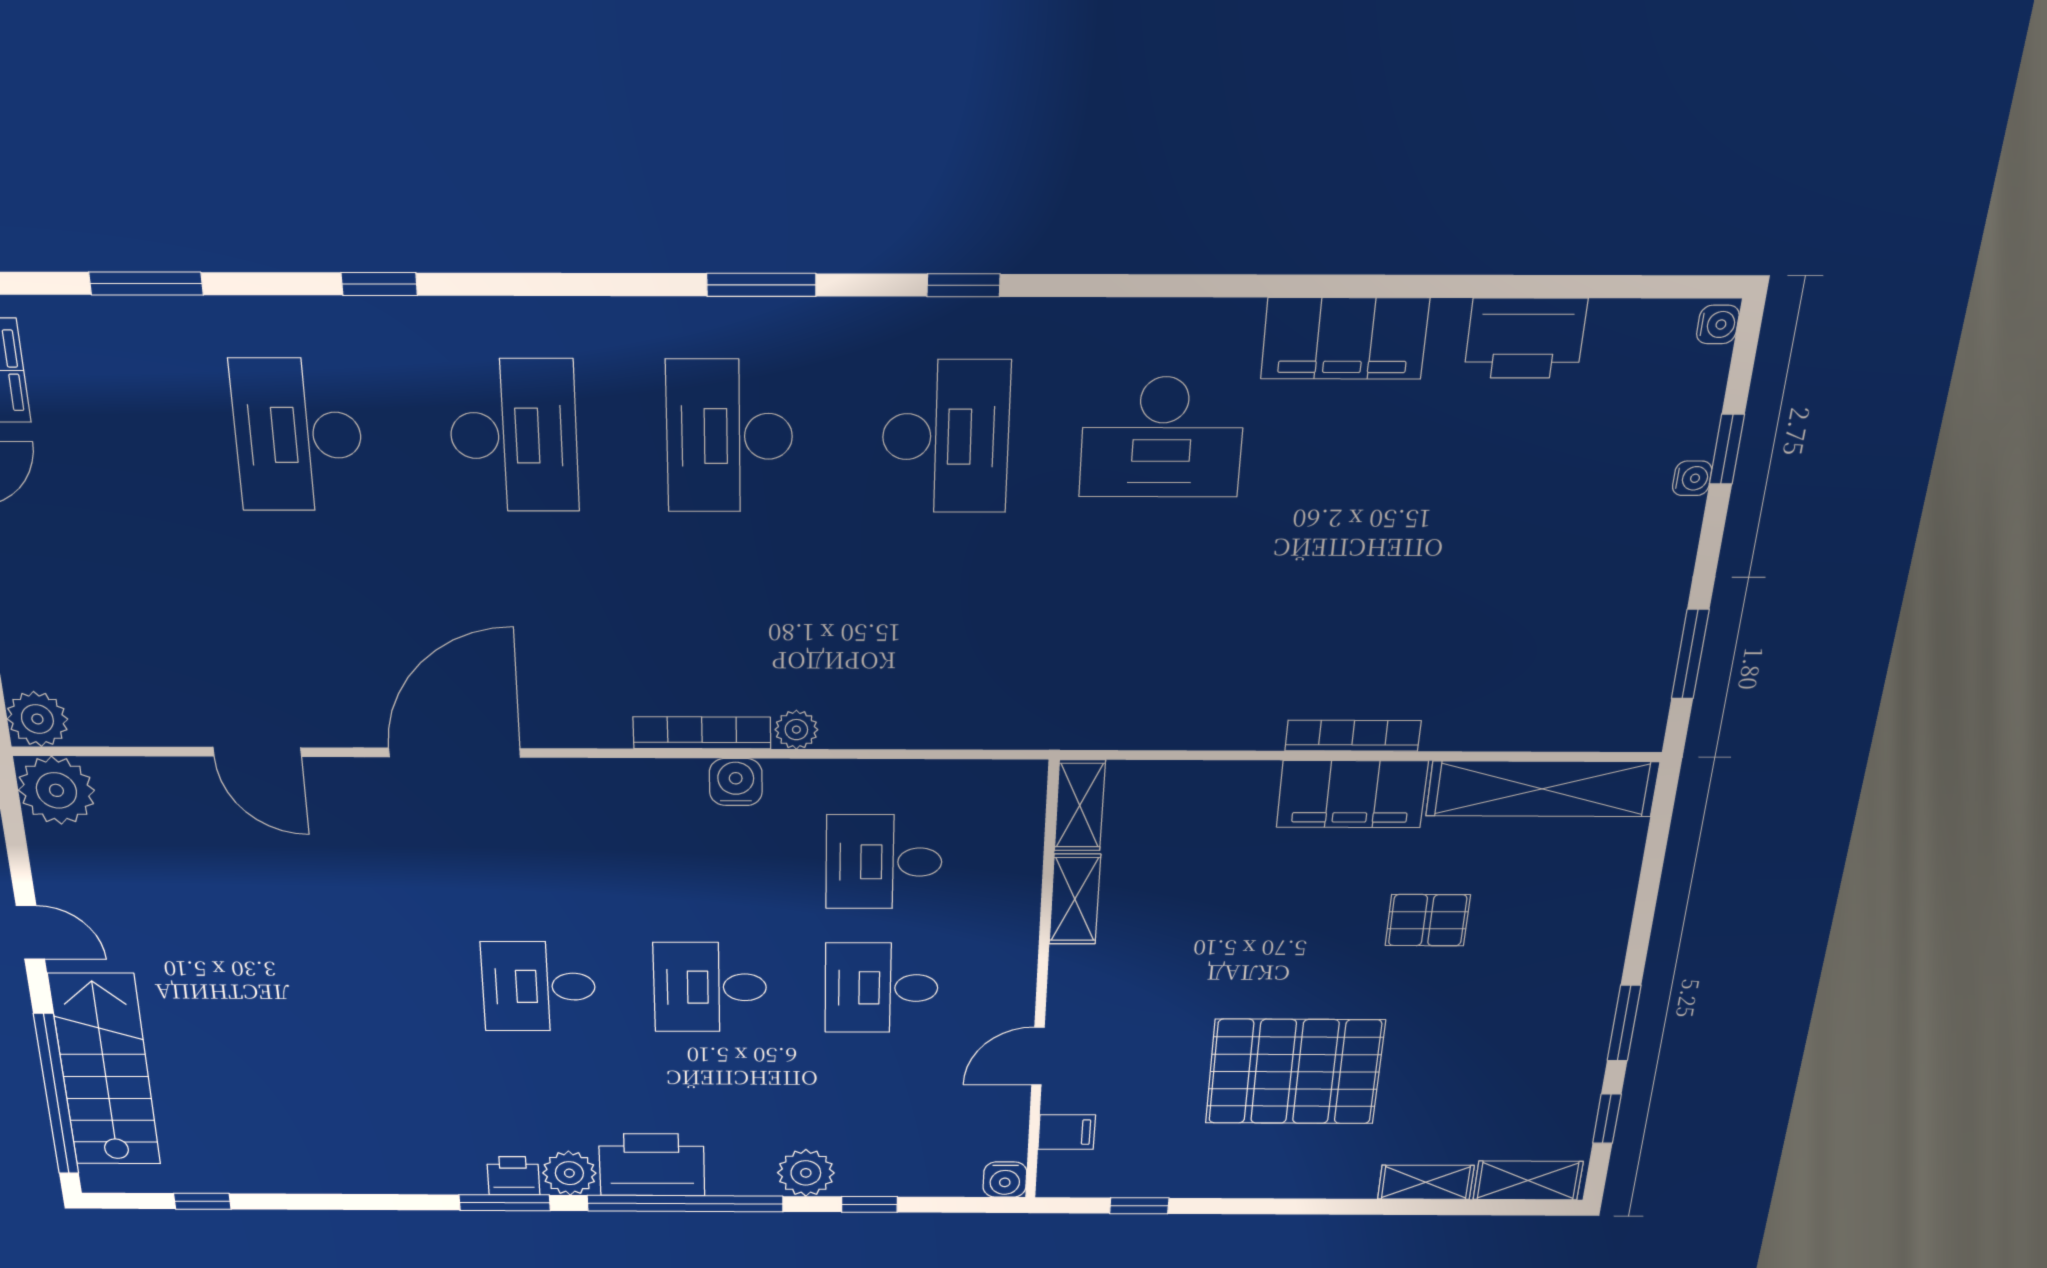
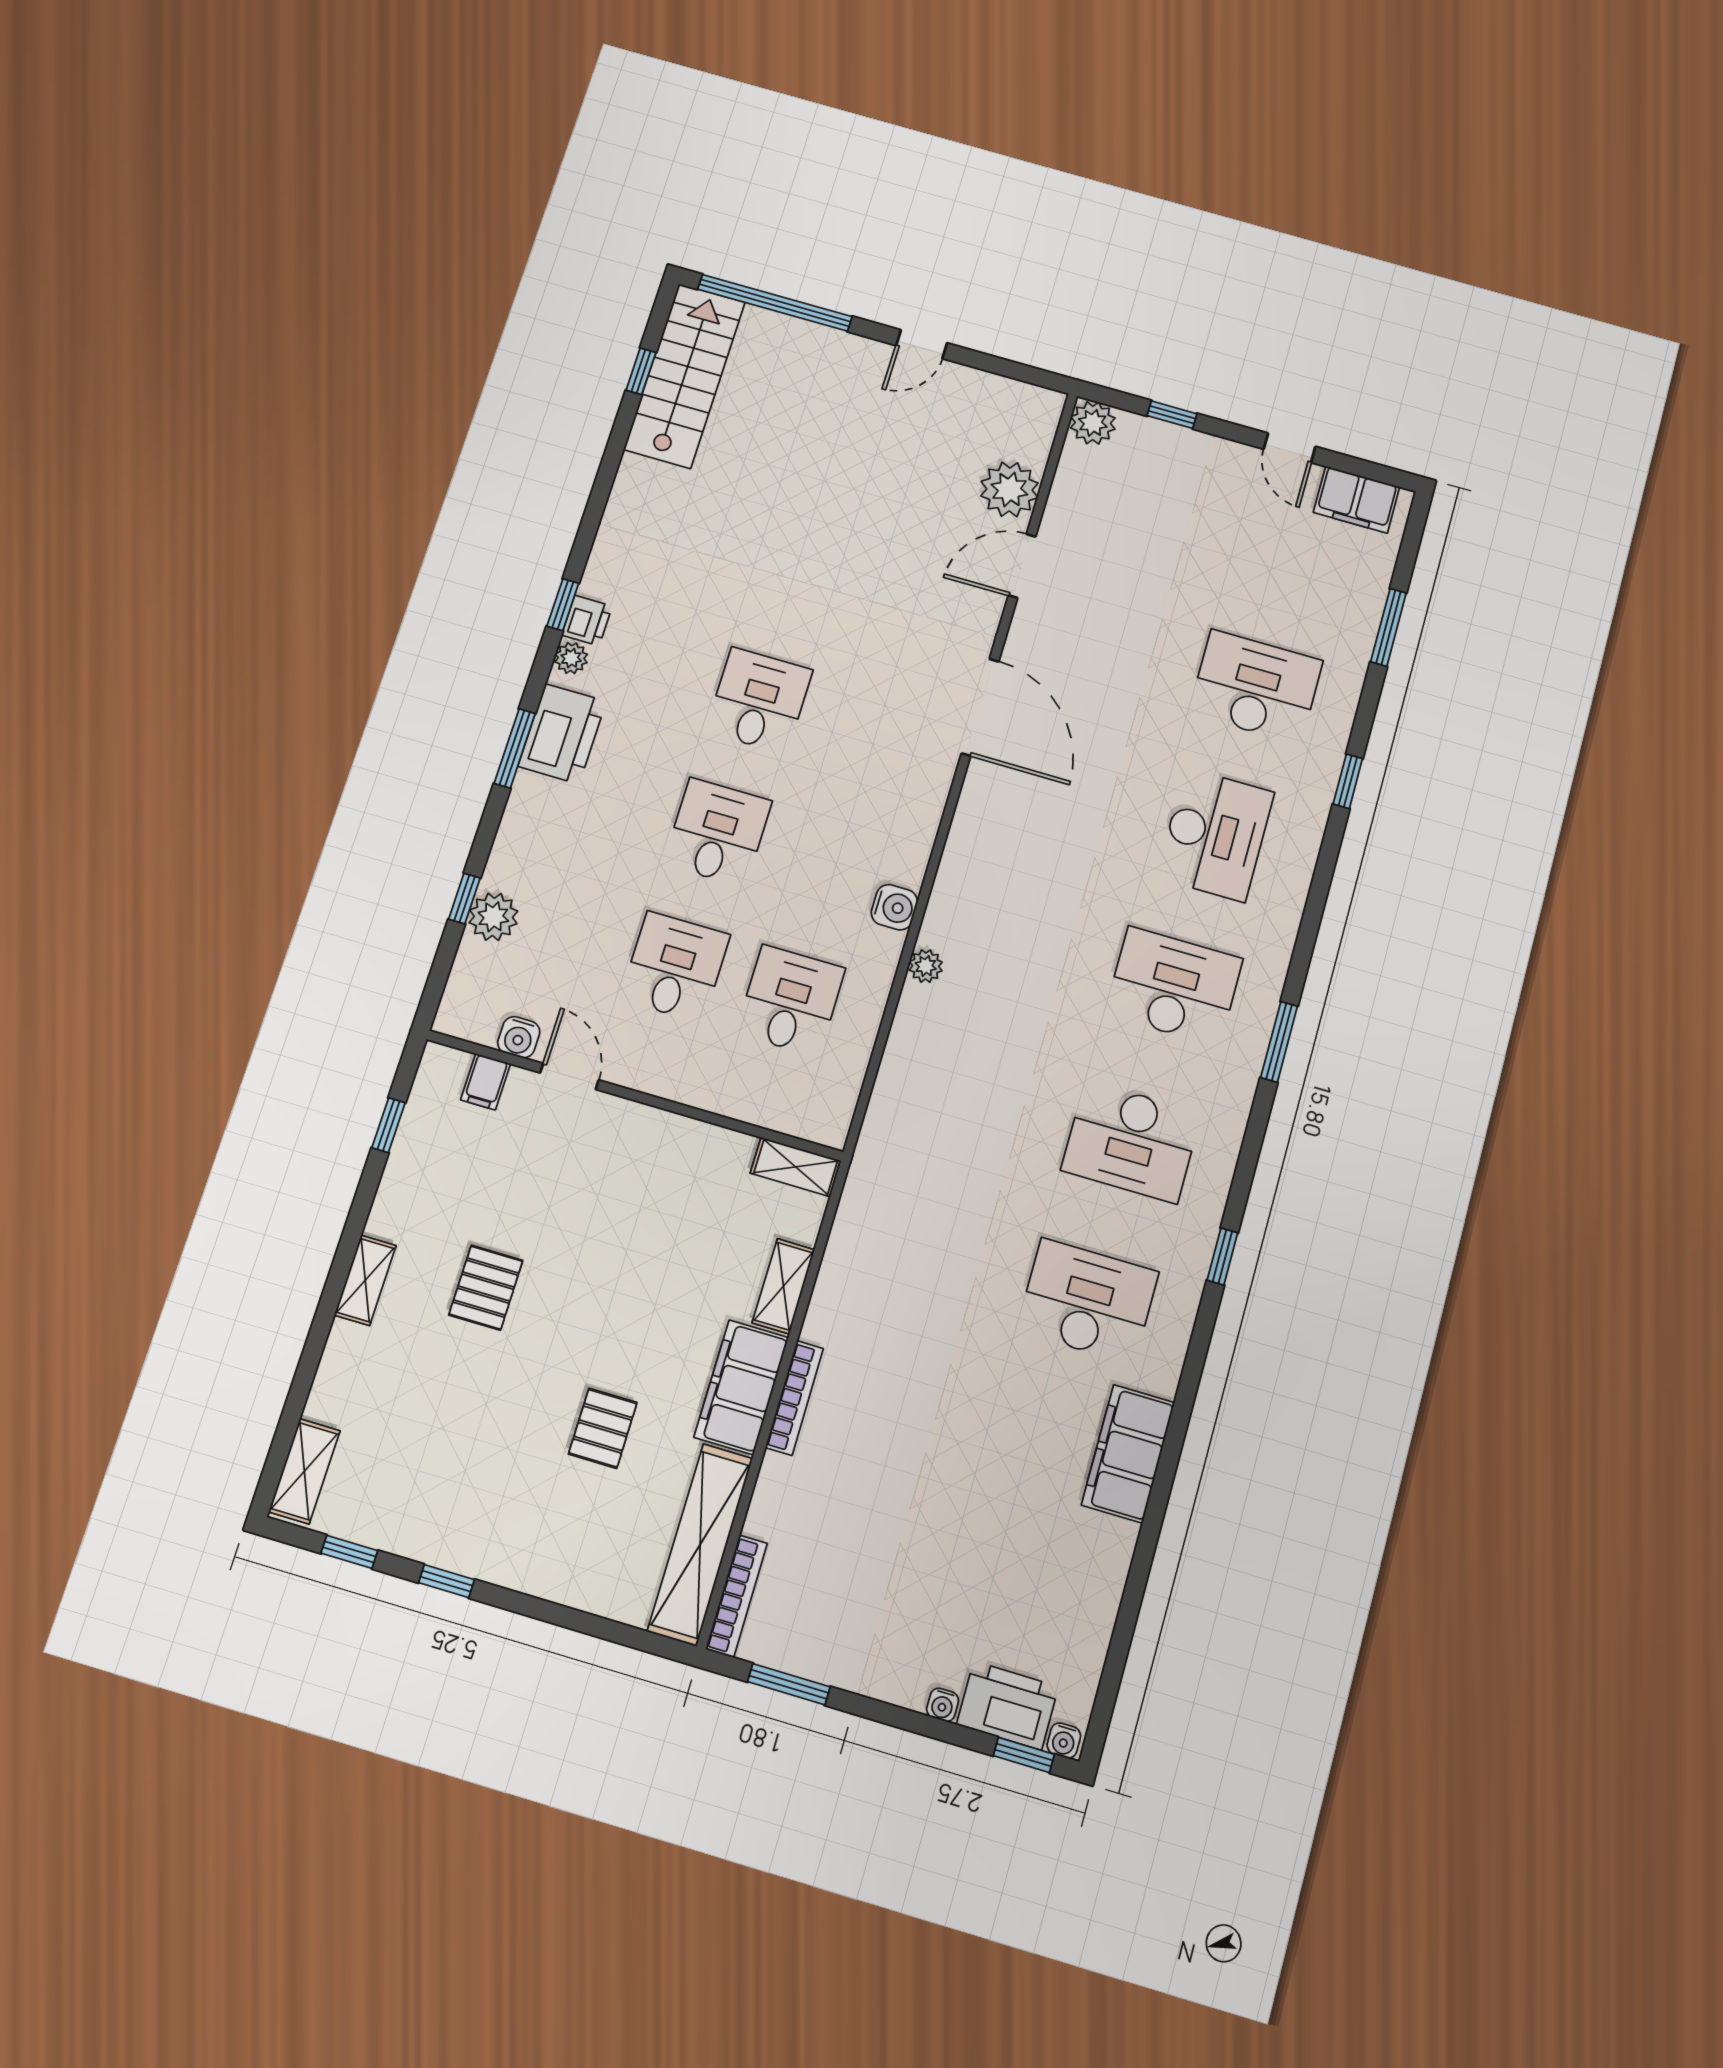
window: (964, 285) -> (1222, 1257), moved
printer: (1525, 338) -> (1007, 1705), moved, turned 90
desk: (514, 436) -> (1215, 835), turned -90
desk: (1162, 437) -> (1088, 1301), turned 90
window: (1727, 449) -> (1024, 1755), moved
bookcase: (702, 733) -> (737, 1596), moved
plant: (56, 790) -> (1009, 489), moved
shelving: (1075, 899) -> (783, 1286), moved, turned 90
window: (1624, 1023) -> (446, 1581), width x0.67
stairs: (105, 1070) -> (685, 376), moved, turned -90
pallet: (1295, 1072) -> (486, 1288), width x0.49, depth x0.50
plant: (569, 1173) -> (571, 658), width x0.73, depth x0.73
plant: (806, 1173) -> (493, 917), moved
water cooler: (1005, 1180) -> (519, 1037), moved, turned -90
shelving: (1426, 1182) -> (365, 1280), moved
window: (505, 1203) -> (563, 605), width x0.67
window: (685, 1204) -> (515, 748), width x0.47

